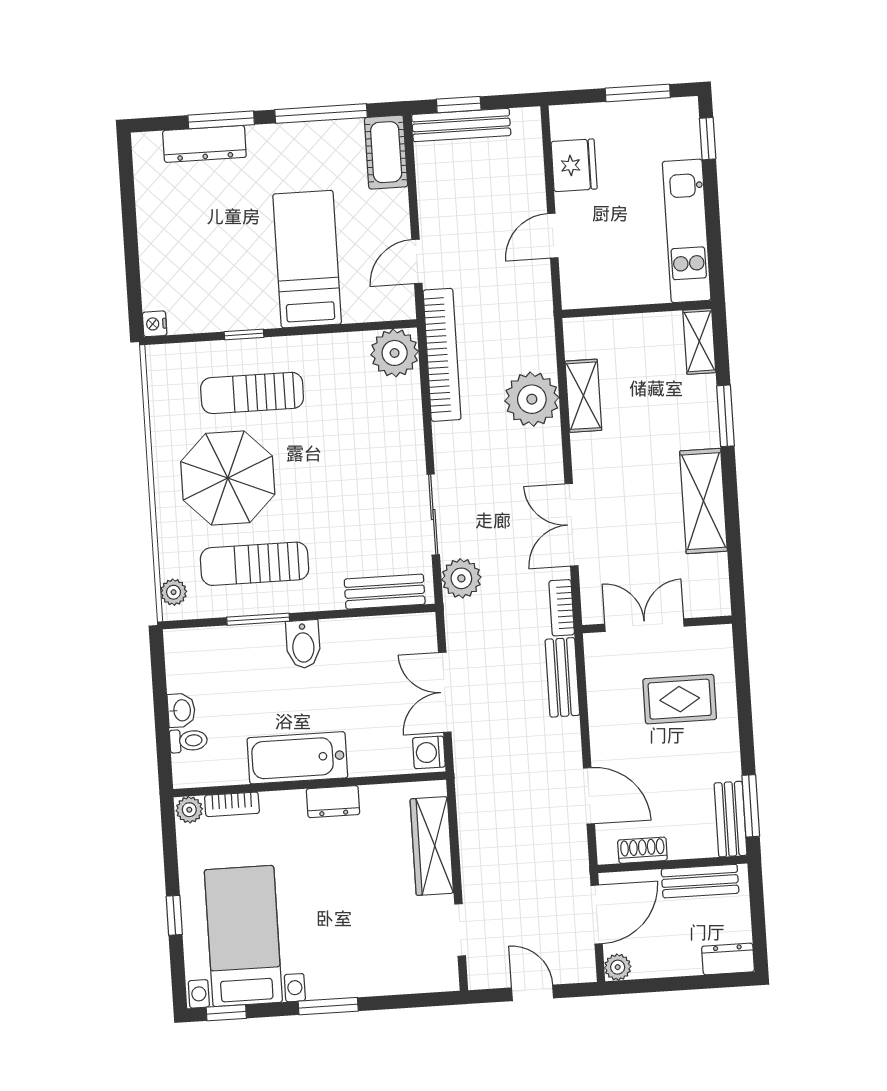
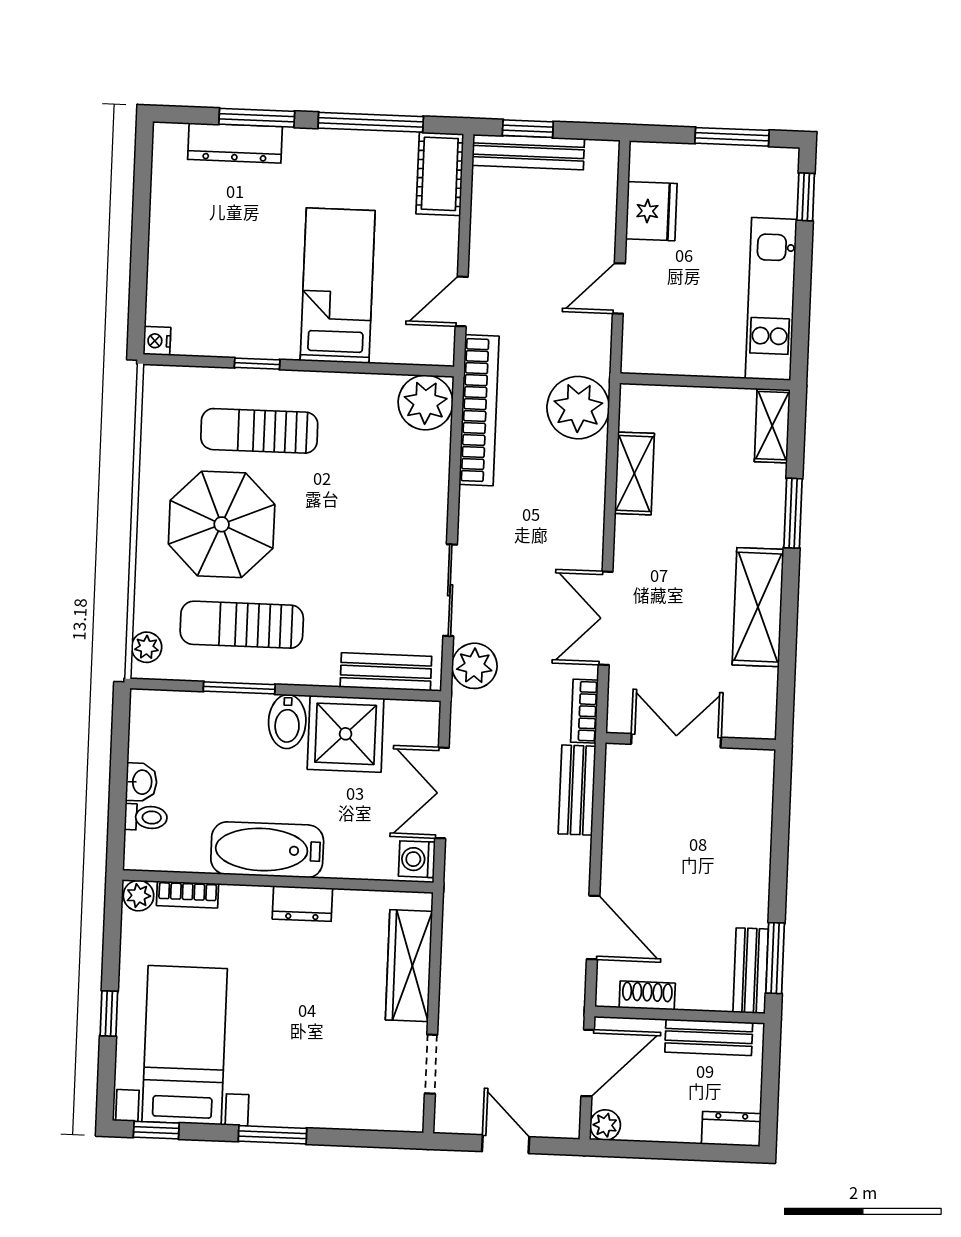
plant: (532, 399) -> (578, 408), moved
shower: (355, 649) -> (346, 734), added
rug: (680, 699) -> (707, 829), removed

